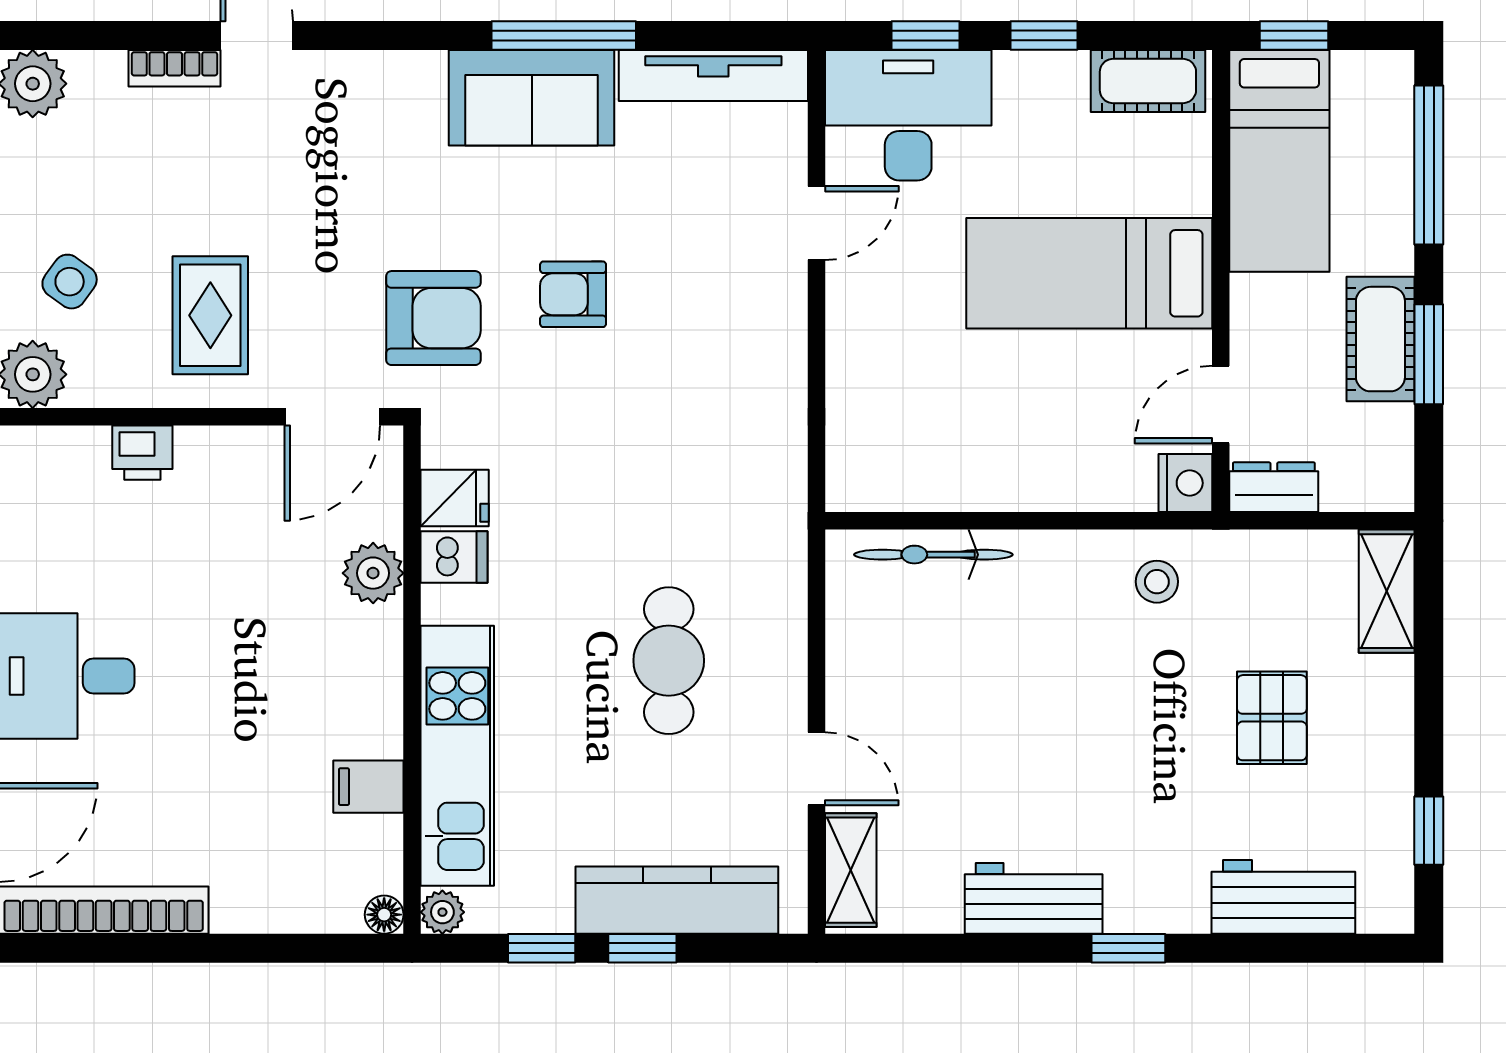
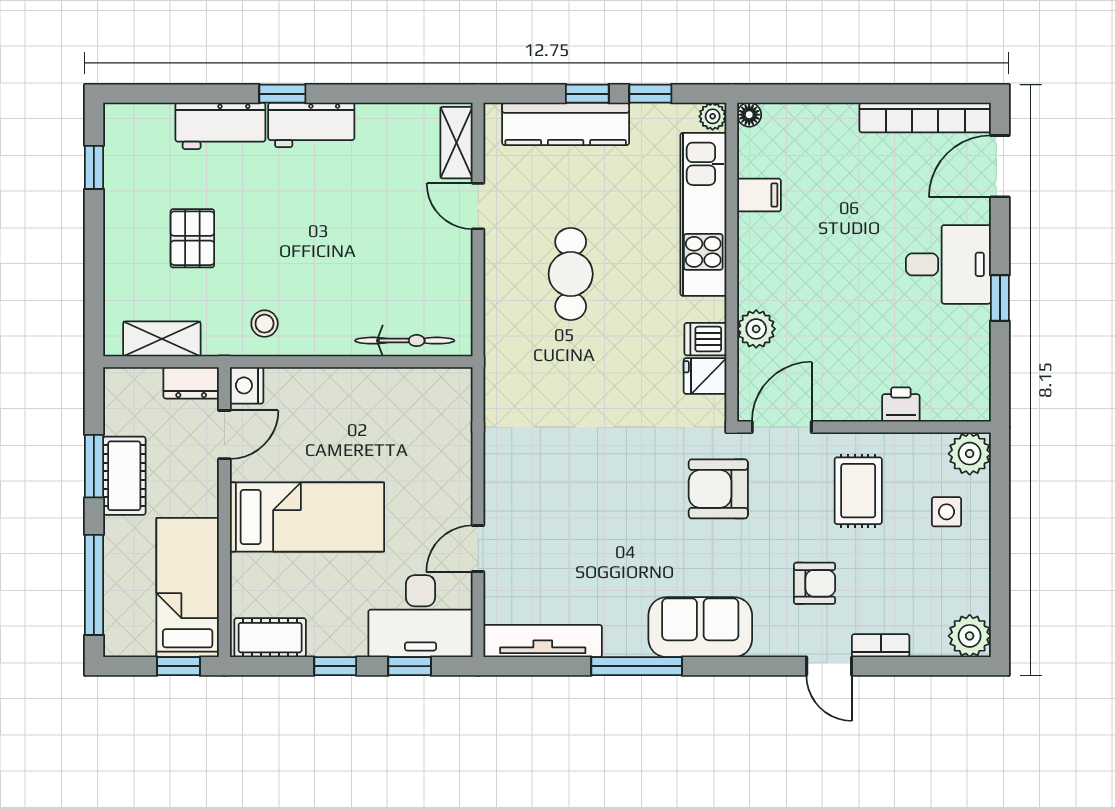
sofa: (532, 98) -> (700, 627), moved
side table: (70, 282) -> (946, 512), turned -36
armchair: (573, 294) -> (815, 583), moved
shelving: (1387, 591) -> (162, 339), moved, turned 90
workbench: (1283, 897) -> (220, 126), moved
workbench: (1034, 898) -> (311, 125), moved

